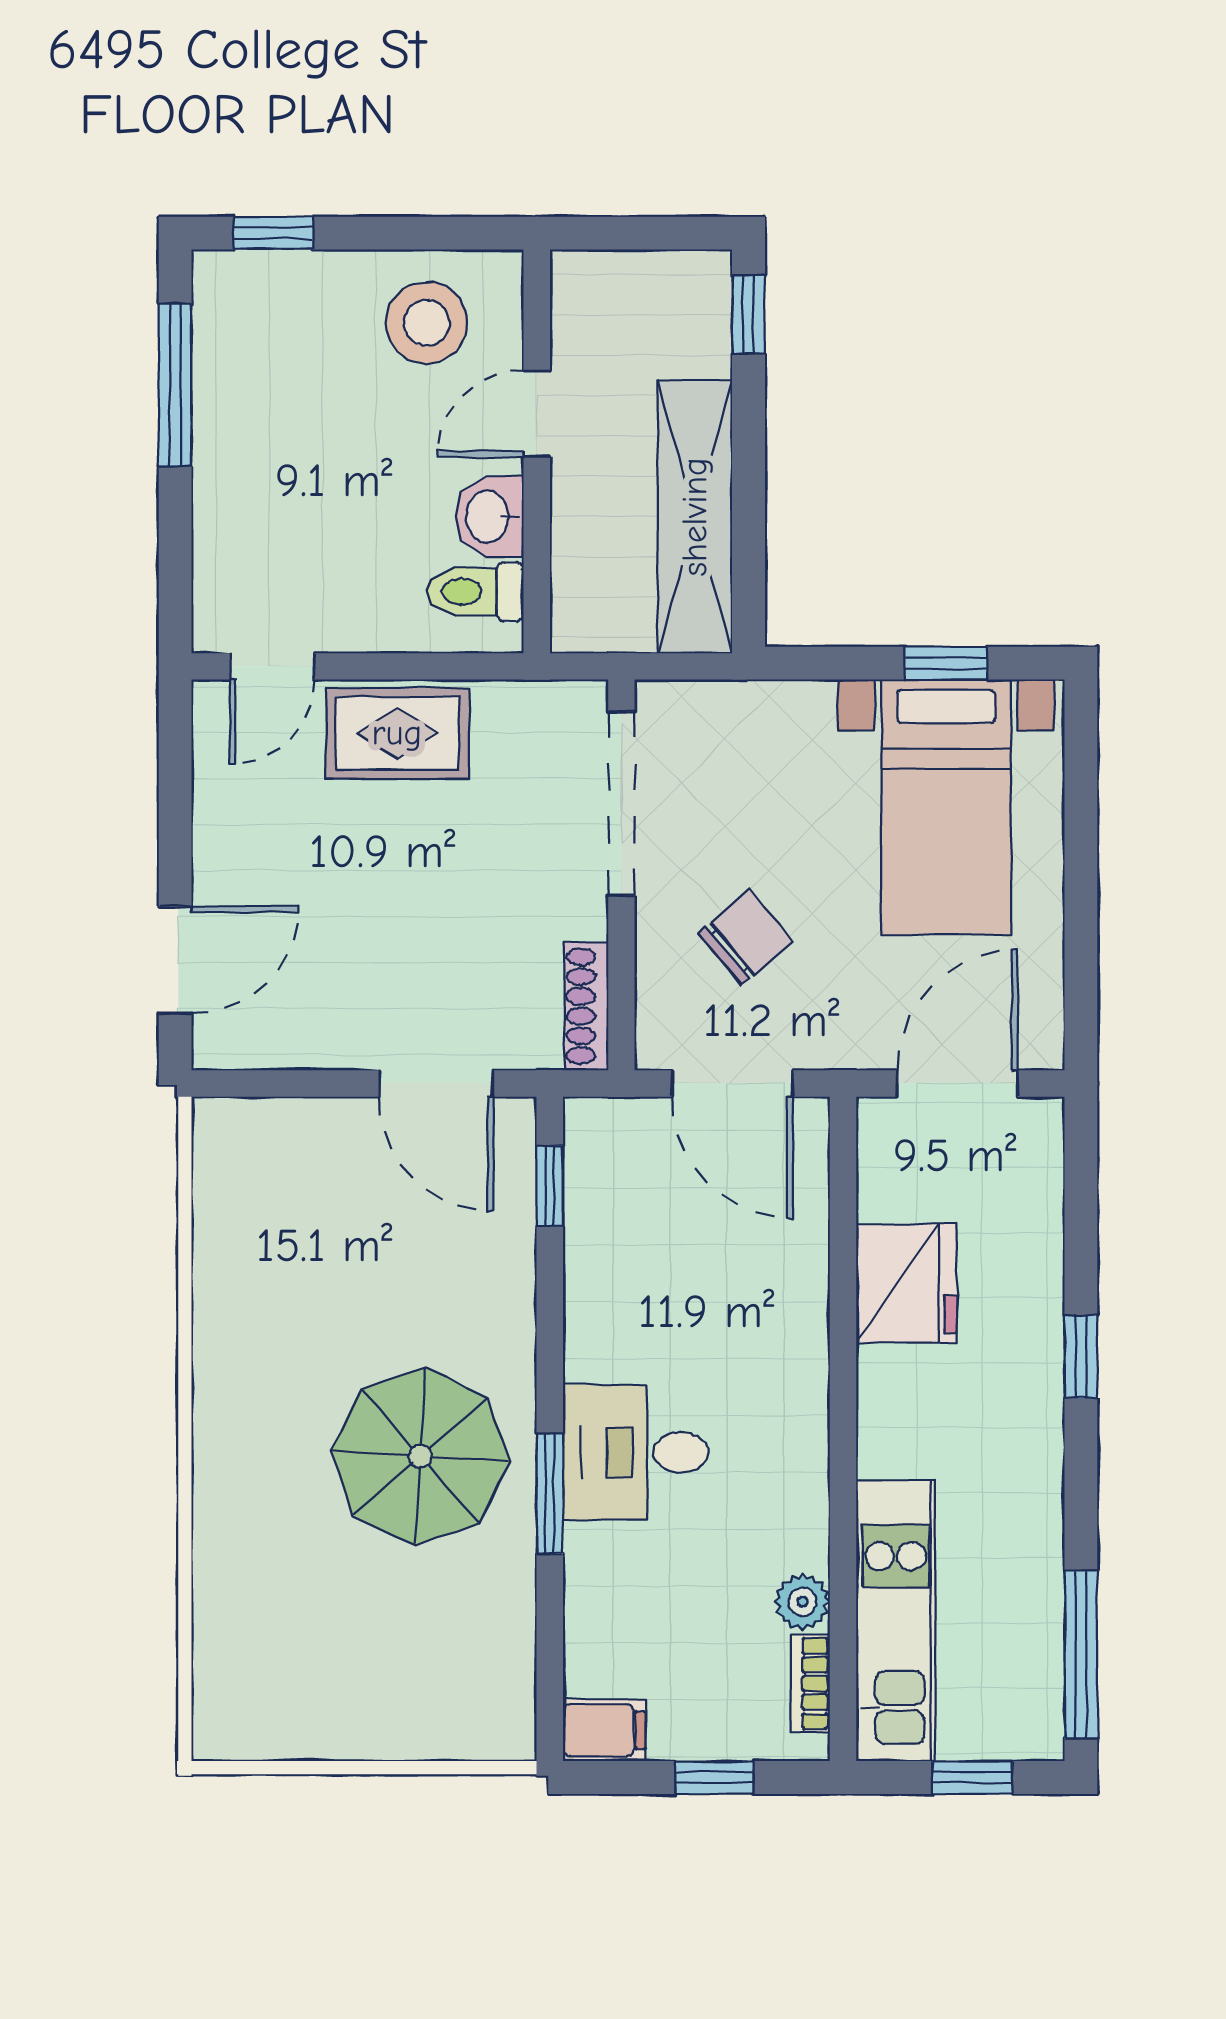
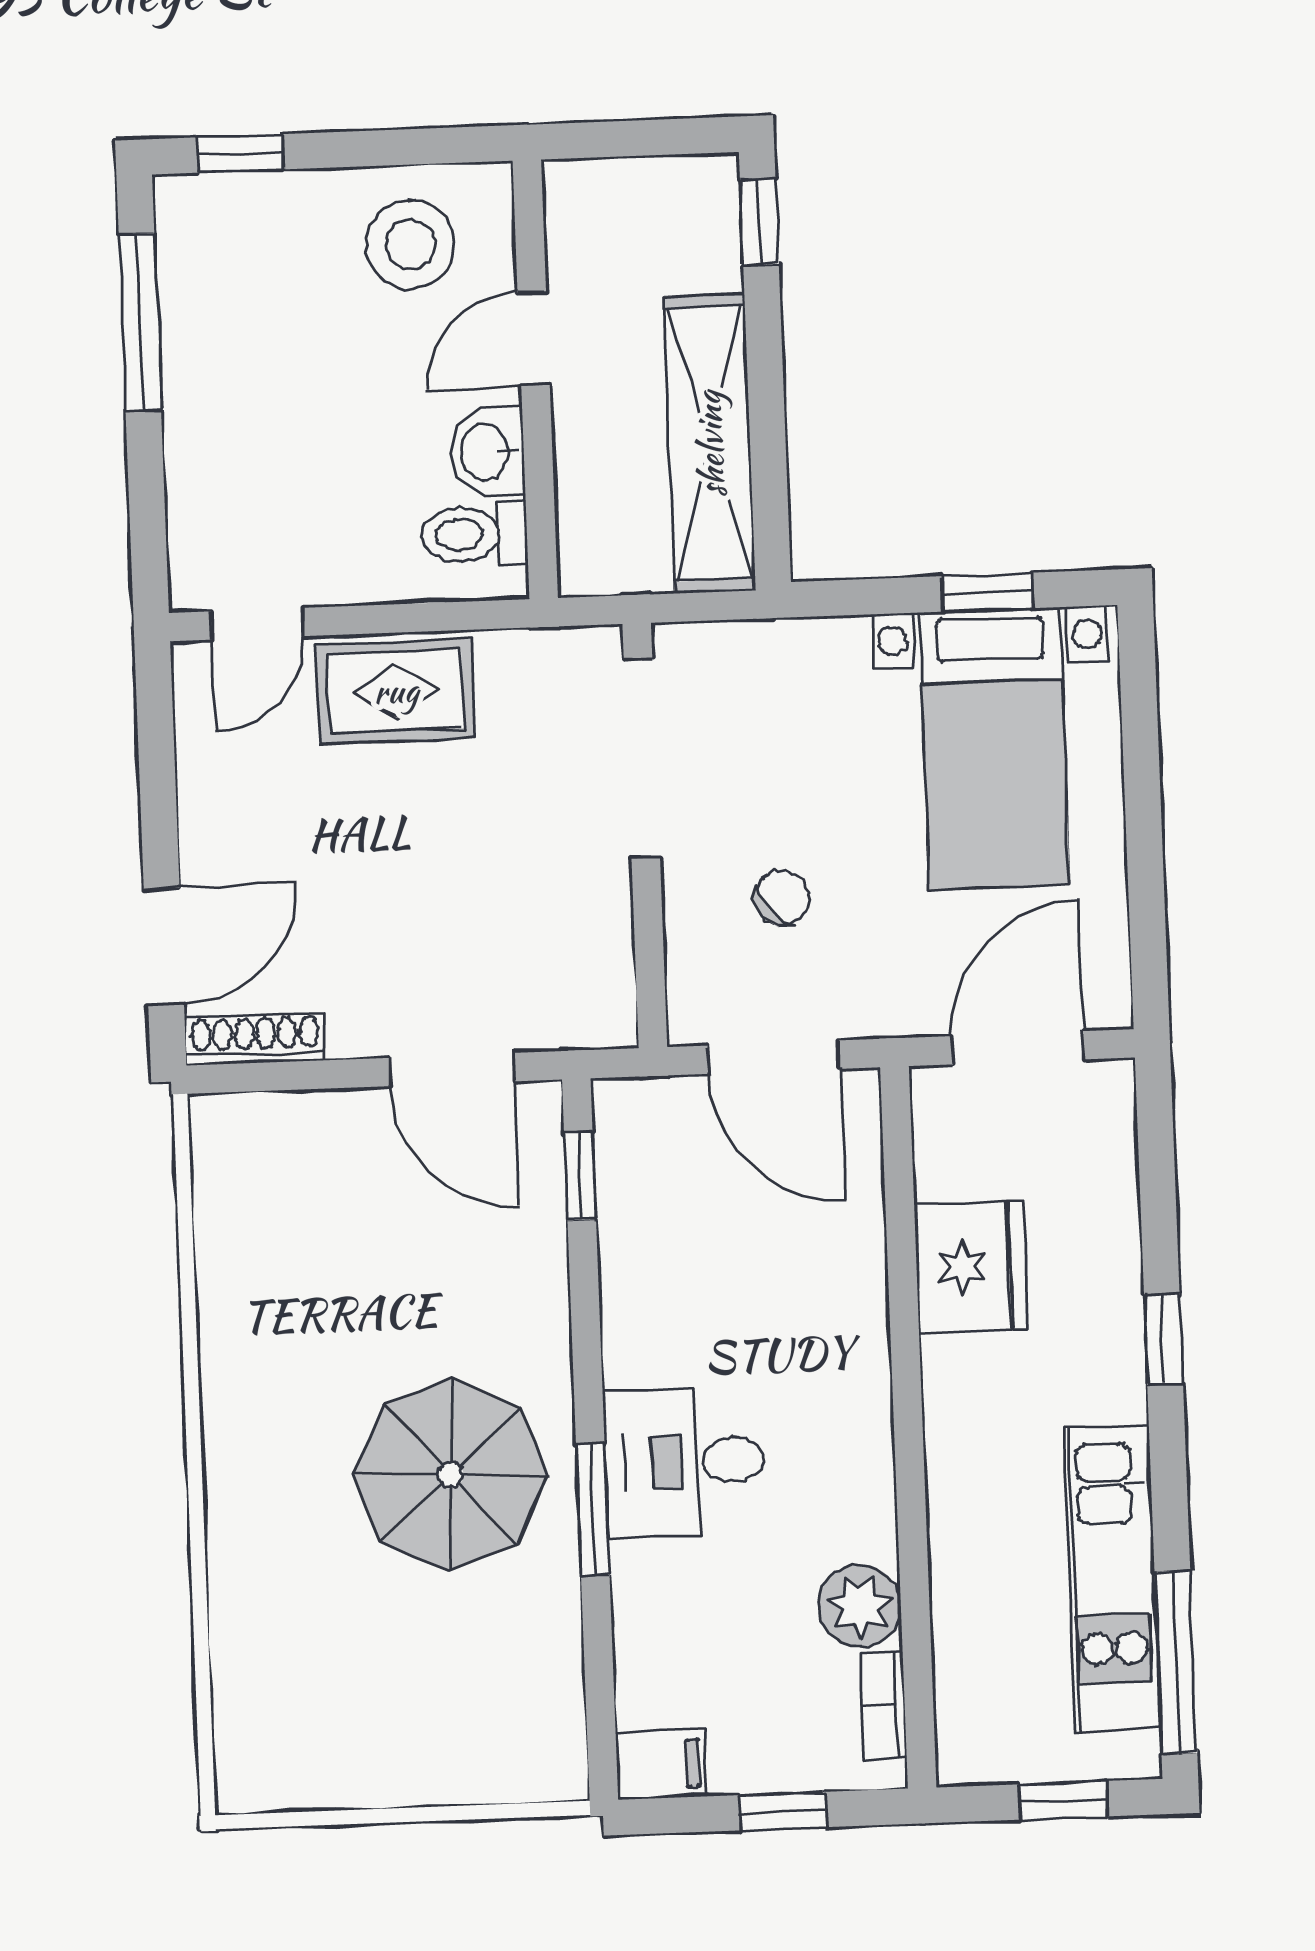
chair: (746, 937) -> (782, 898), width x0.73, depth x0.73
shoe rack: (587, 1006) -> (255, 1039), moved, turned 90
plant: (802, 1602) -> (860, 1606), width x1.38, depth x1.38
kitchen unit: (896, 1621) -> (1112, 1578), moved, turned 180

